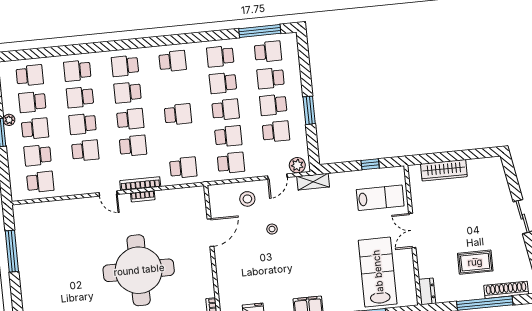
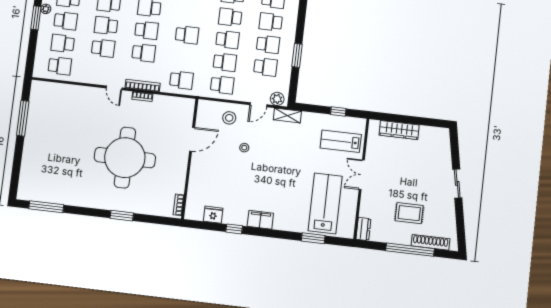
school desk: (273, 105) -> (268, 44), turned 180
lab bench: (380, 198) -> (341, 141), turned 180

